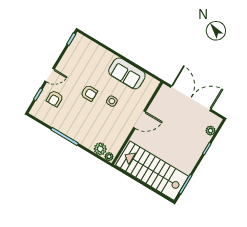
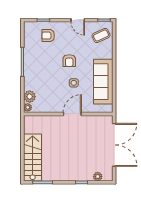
coffee table: (84, 50) -> (101, 36), added
sofa: (127, 73) -> (103, 82), width x1.36
door: (50, 75) -> (78, 20), moved
door: (140, 120) -> (72, 114), swing flipped
stairs: (152, 171) -> (33, 157), width x0.73, depth x0.66

